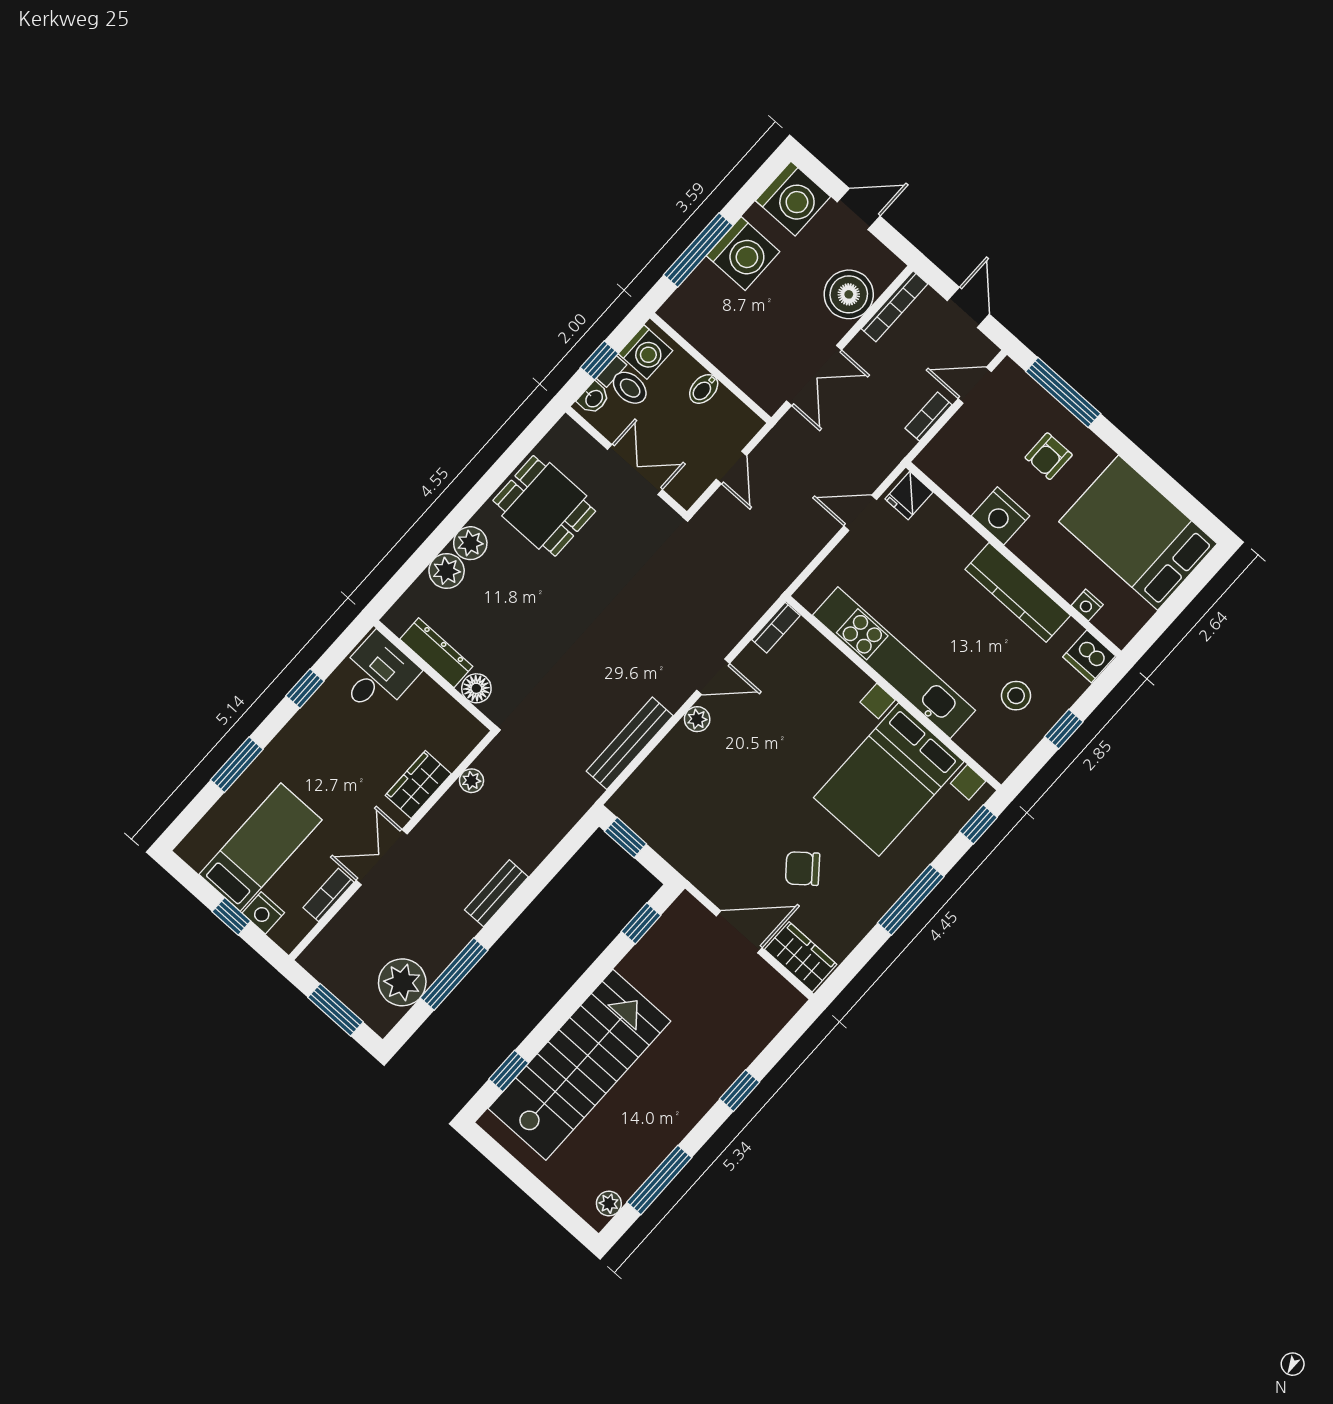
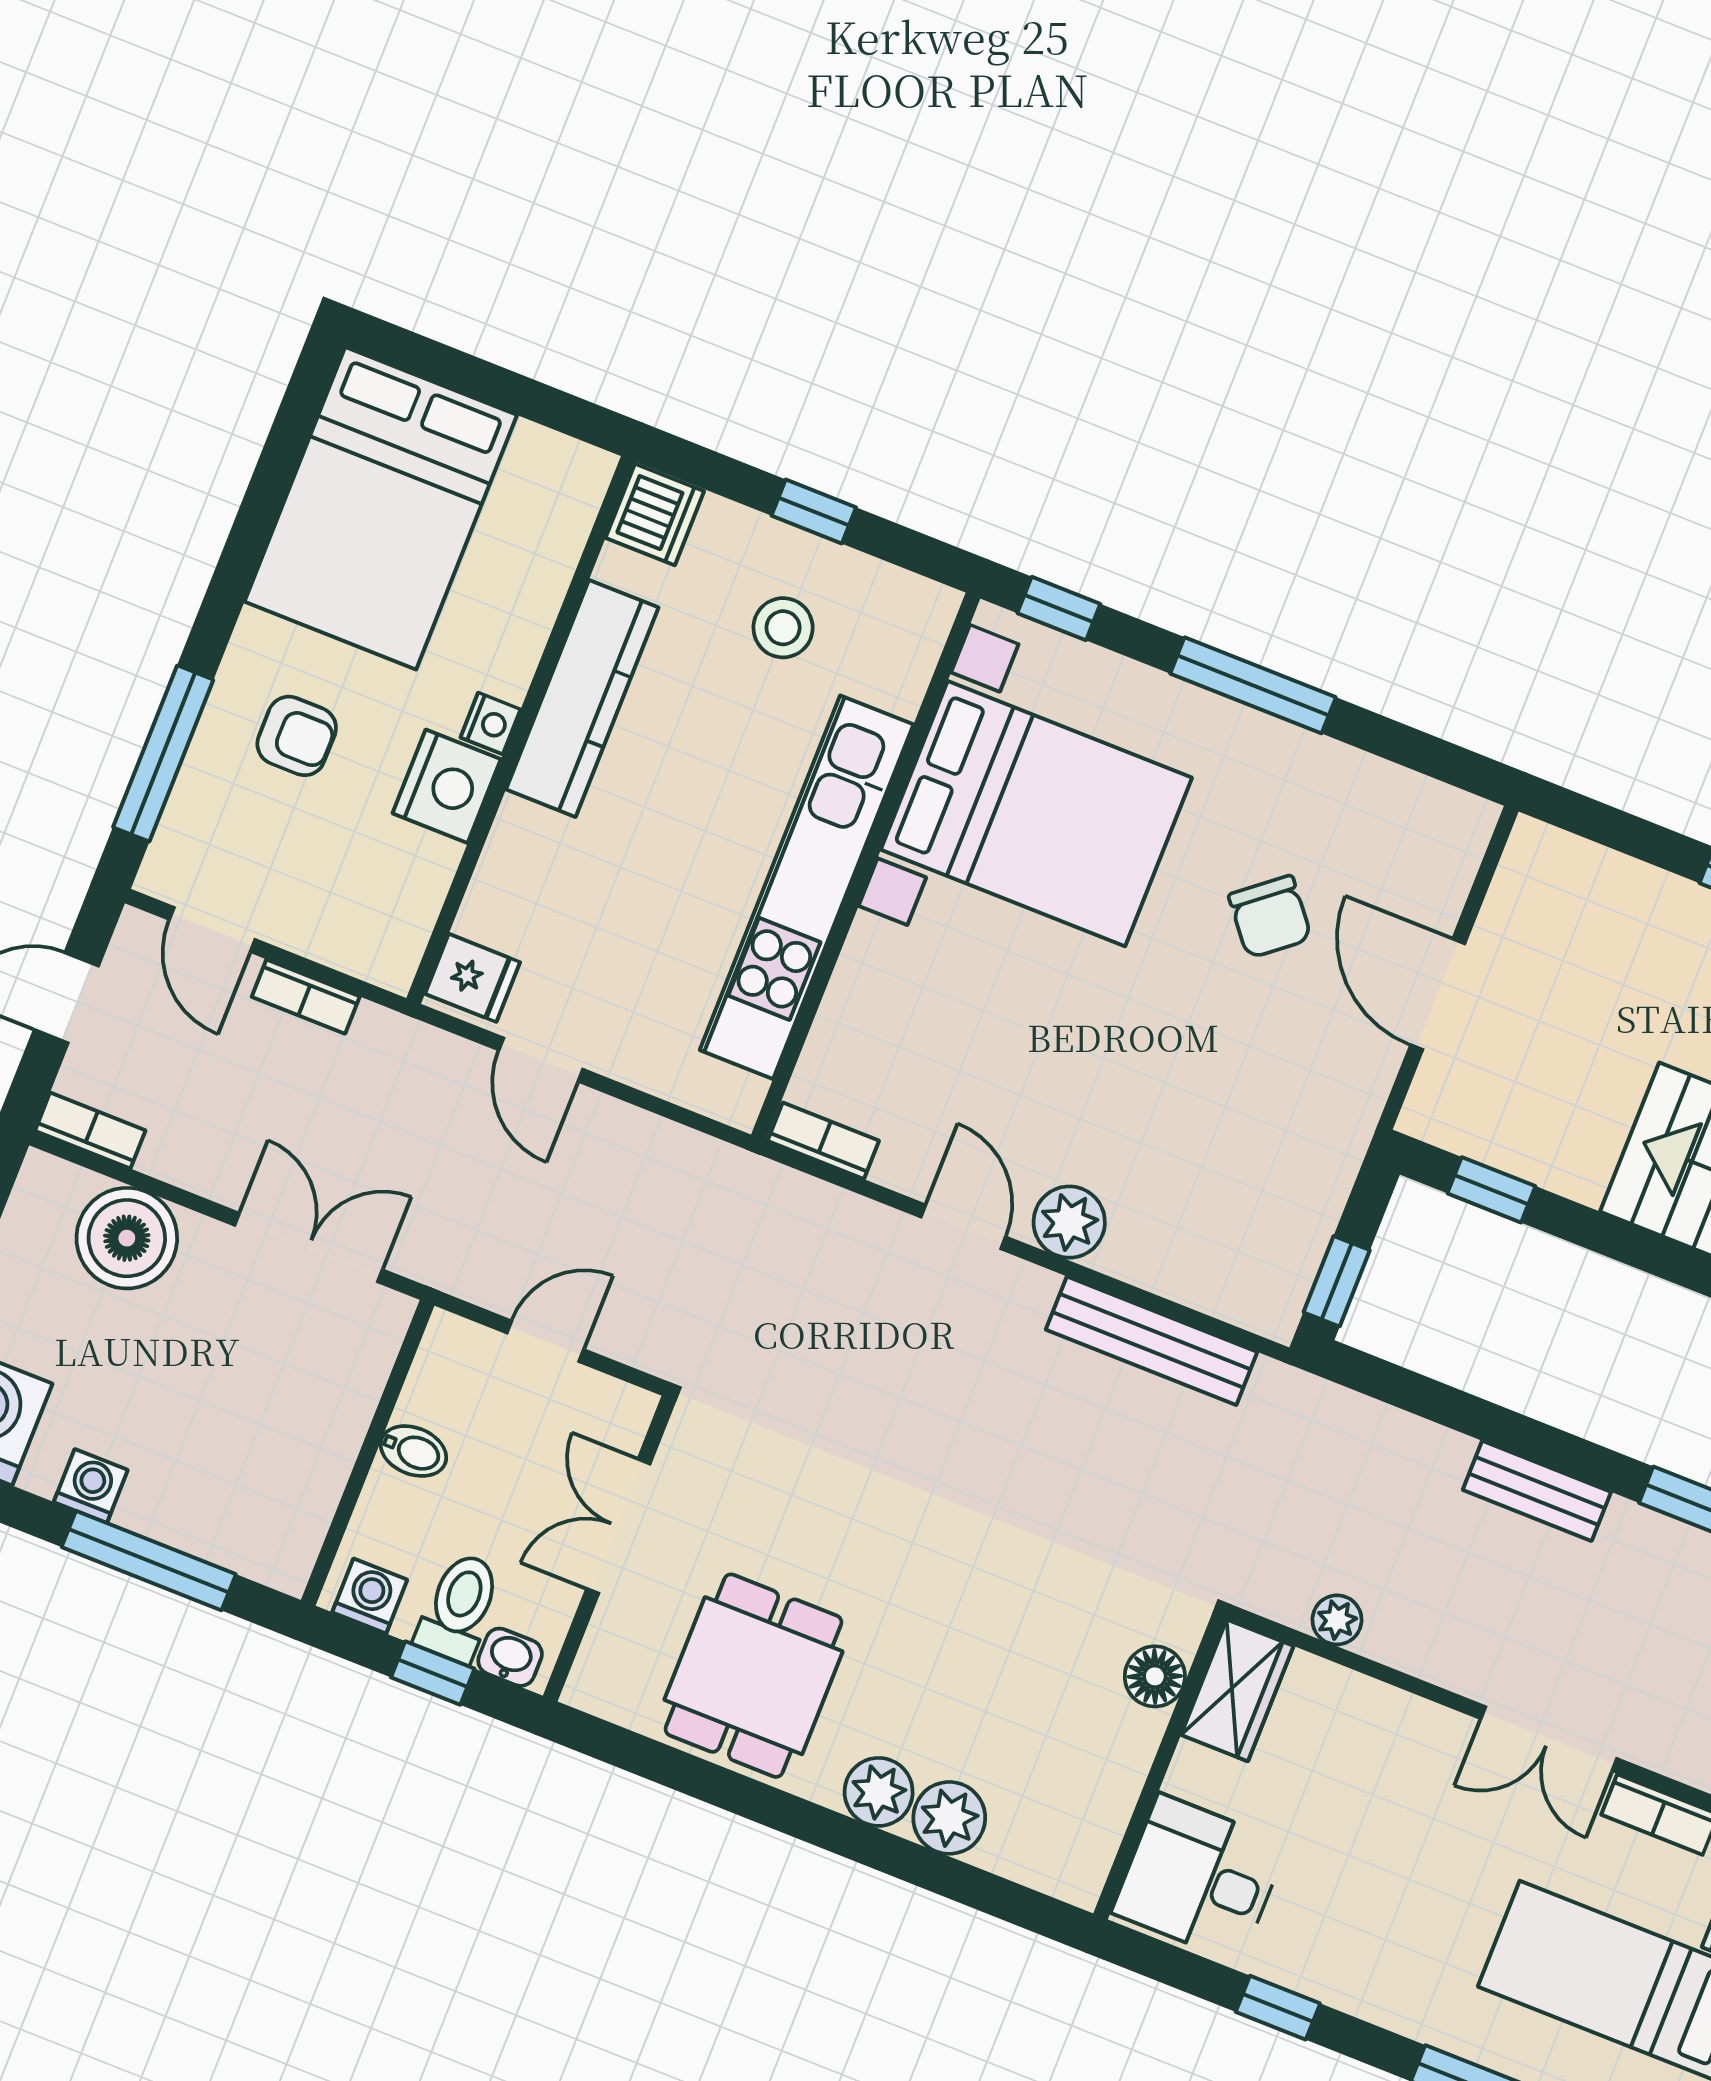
washing machine: (743, 254) -> (91, 1486), width x0.53, depth x0.53
bookcase: (894, 306) -> (90, 1131), width x0.64
washing machine: (645, 352) -> (370, 1596), width x0.73, depth x0.73
nightstand: (1087, 605) -> (491, 723), moved
dresser: (436, 653) -> (1115, 1779), removed
plant: (697, 719) -> (1069, 1222), width x1.38, depth x1.38
wardrobe: (418, 785) -> (1237, 1690), moved, turned -90
wardrobe: (801, 957) -> (1442, 857), removed

